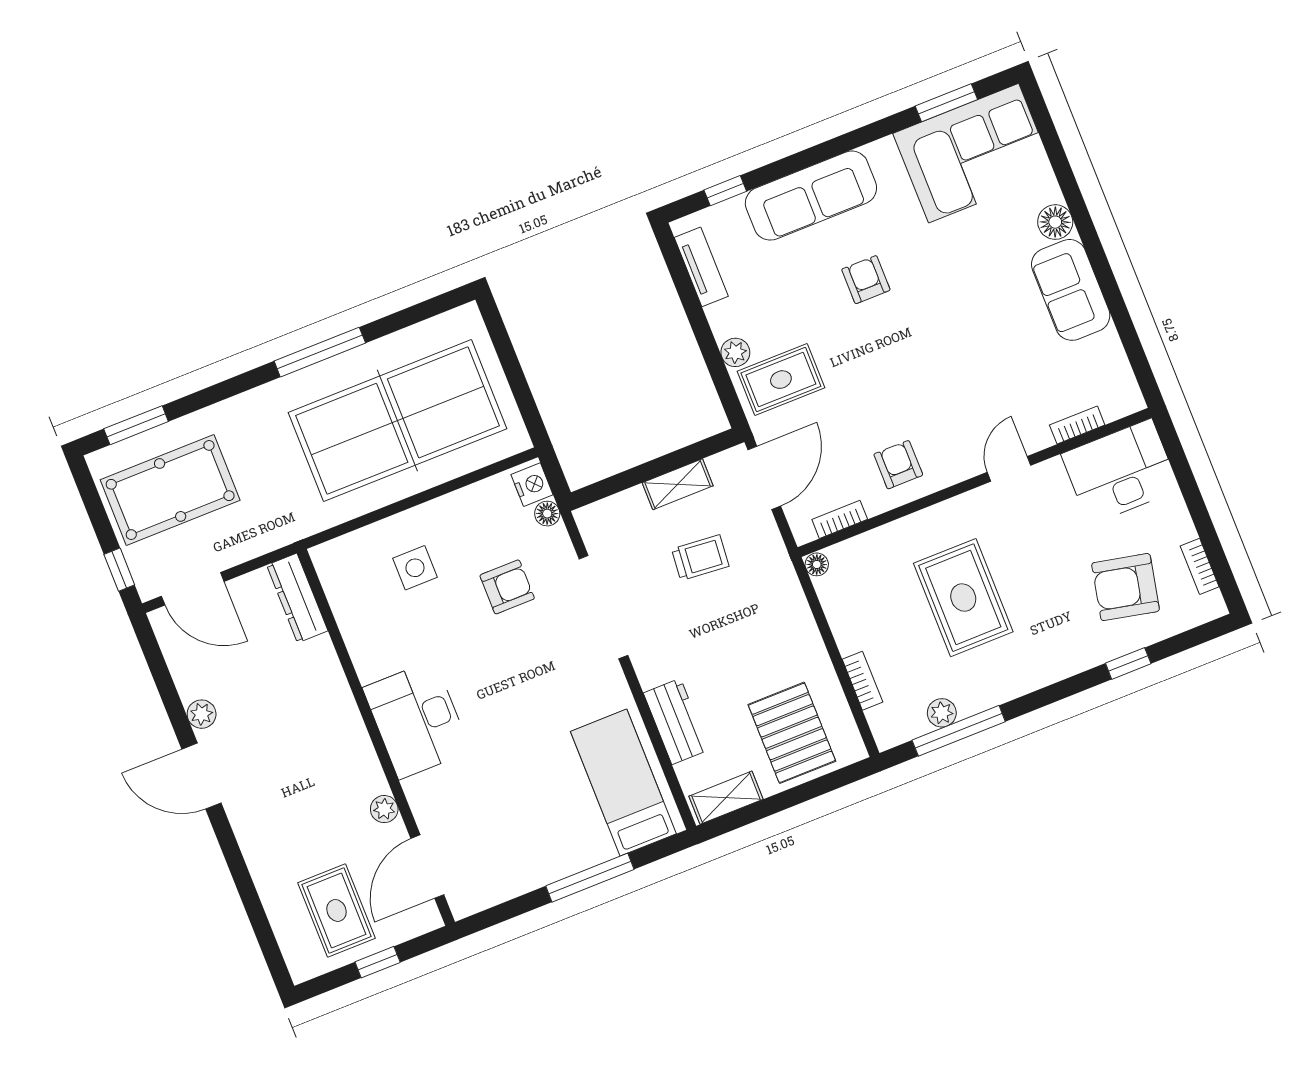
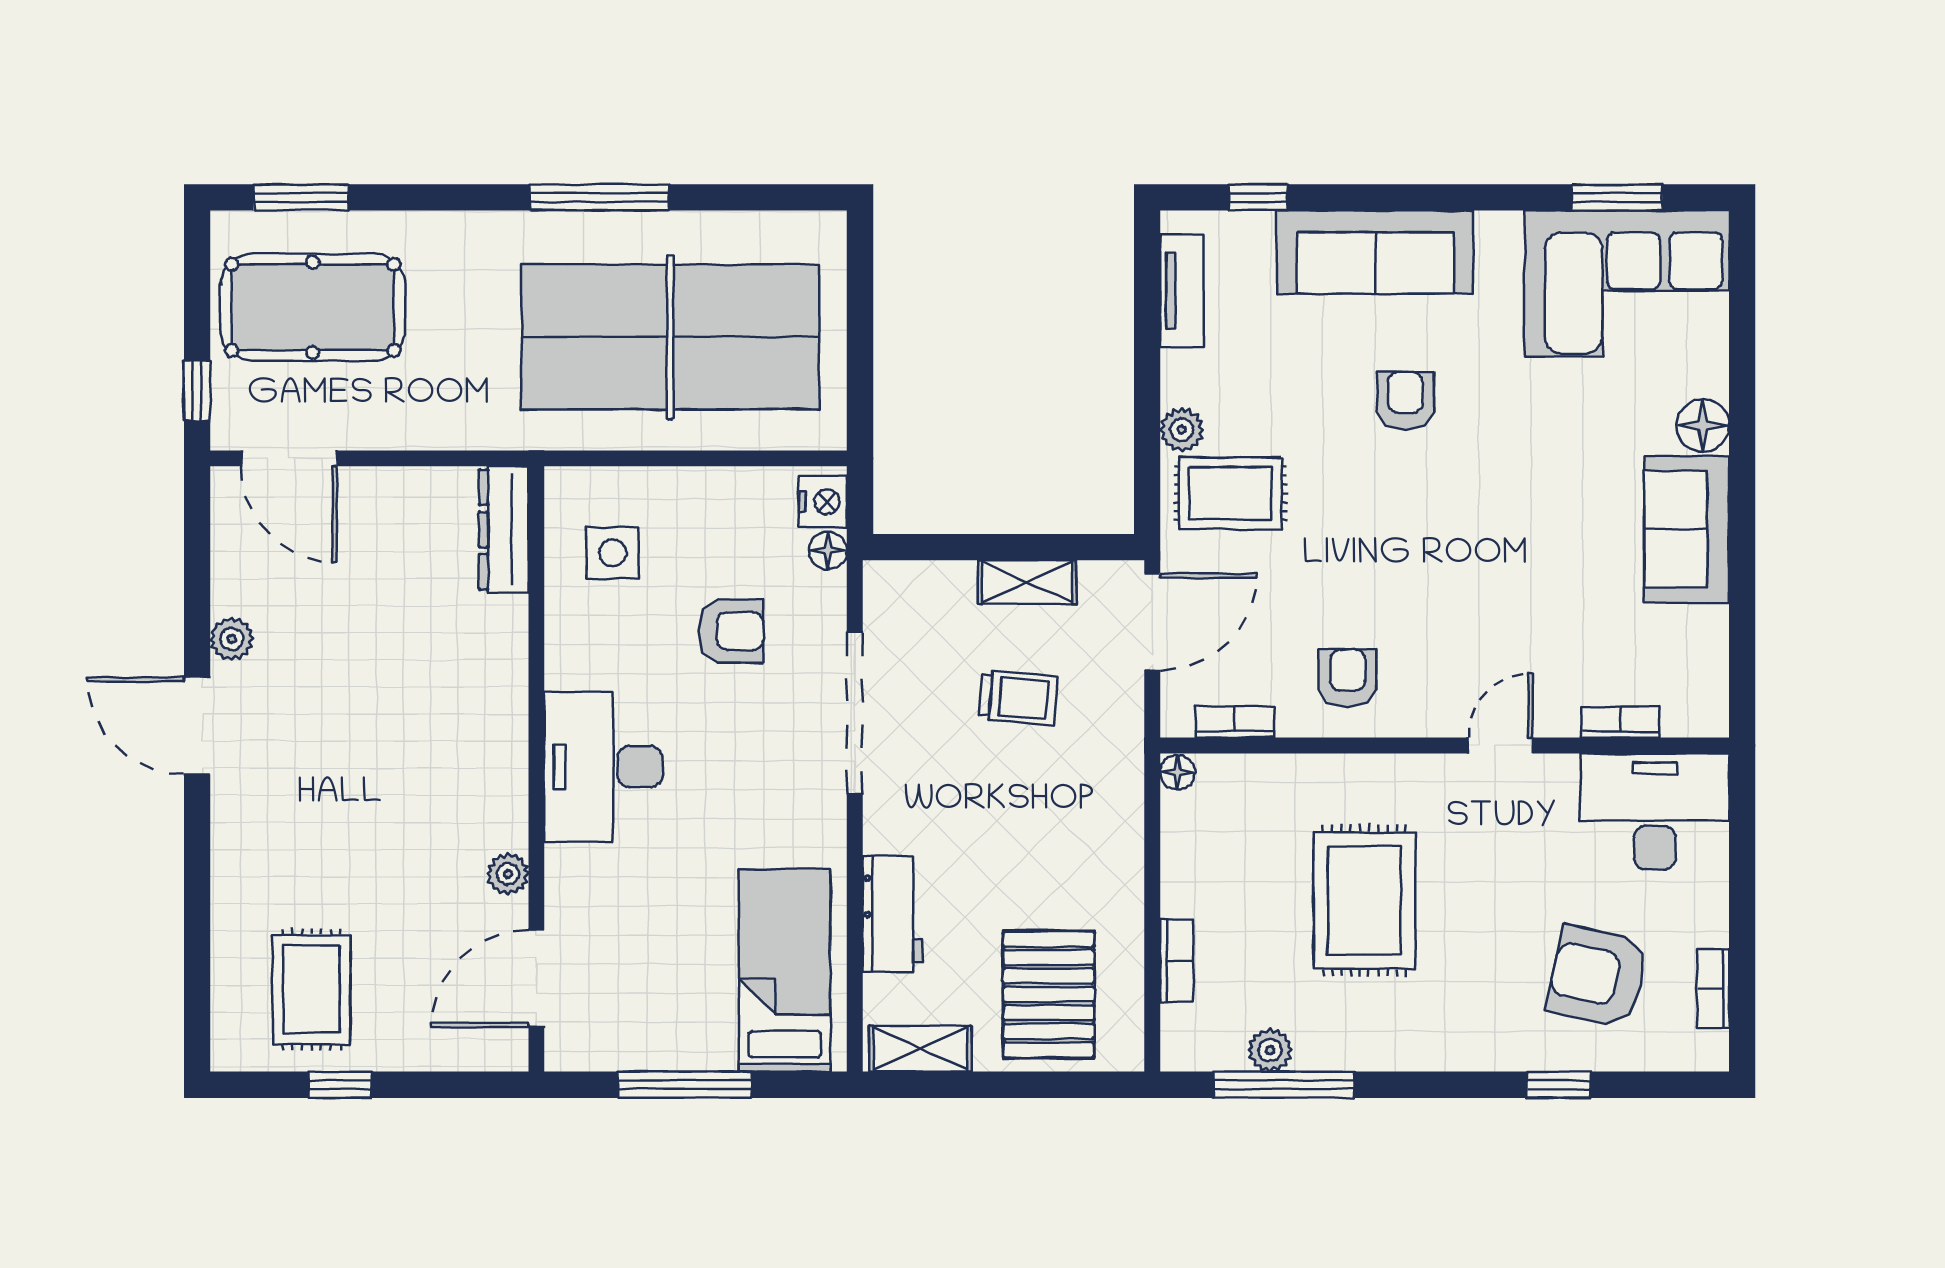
dresser: (297, 598) -> (504, 530), moved
desk: (417, 720) -> (603, 767), moved
wall: (376, 737) -> (536, 769), moved
plant: (384, 809) -> (508, 874), moved
door: (427, 867) -> (536, 979), moved

